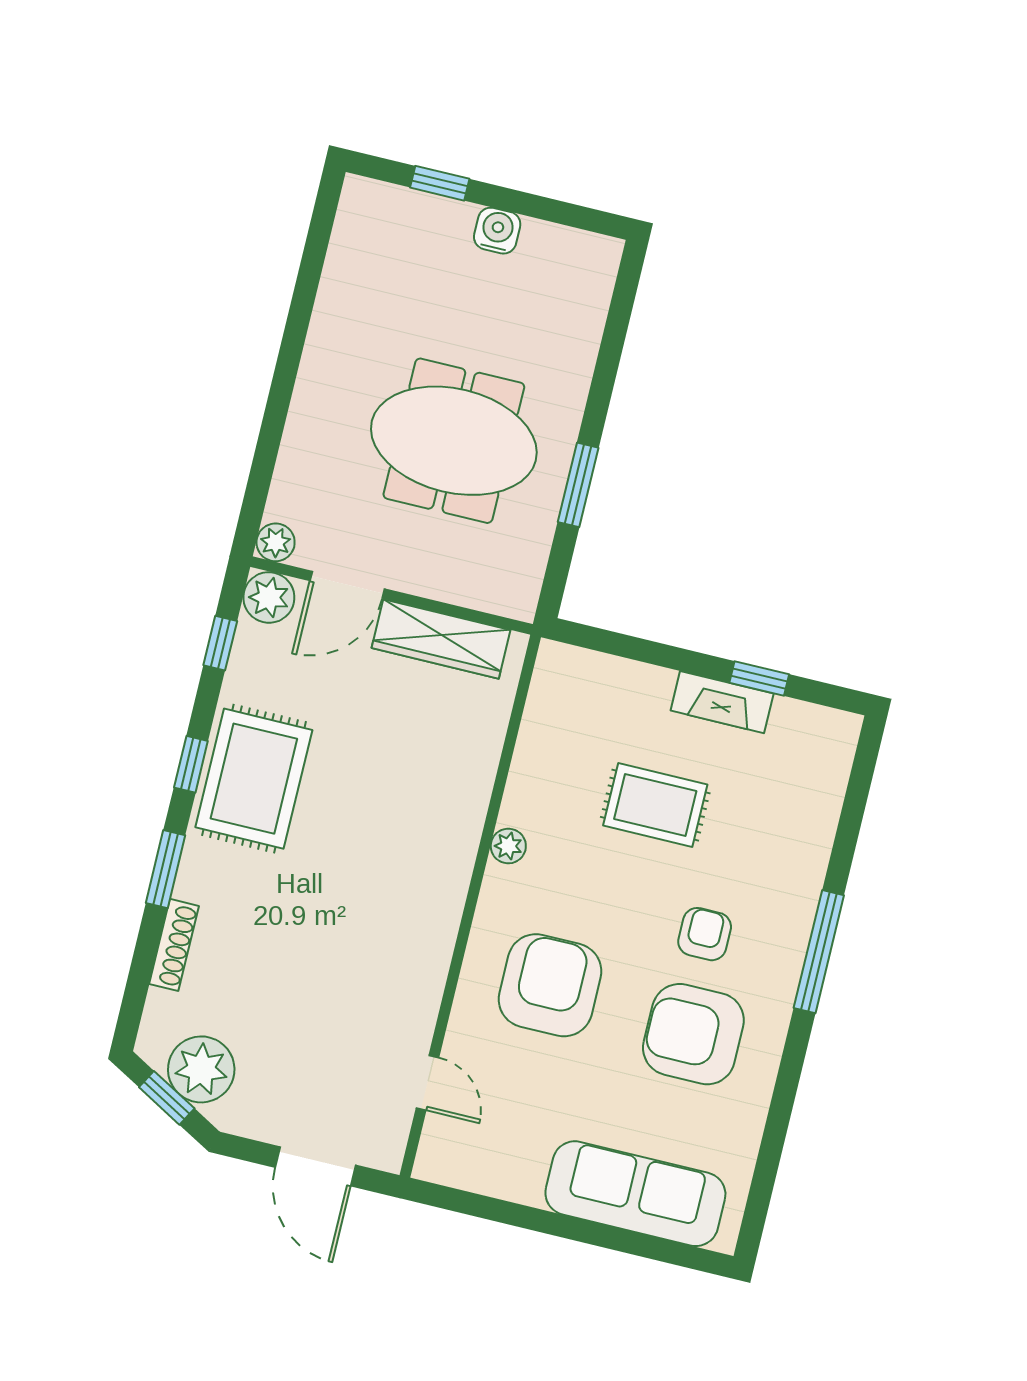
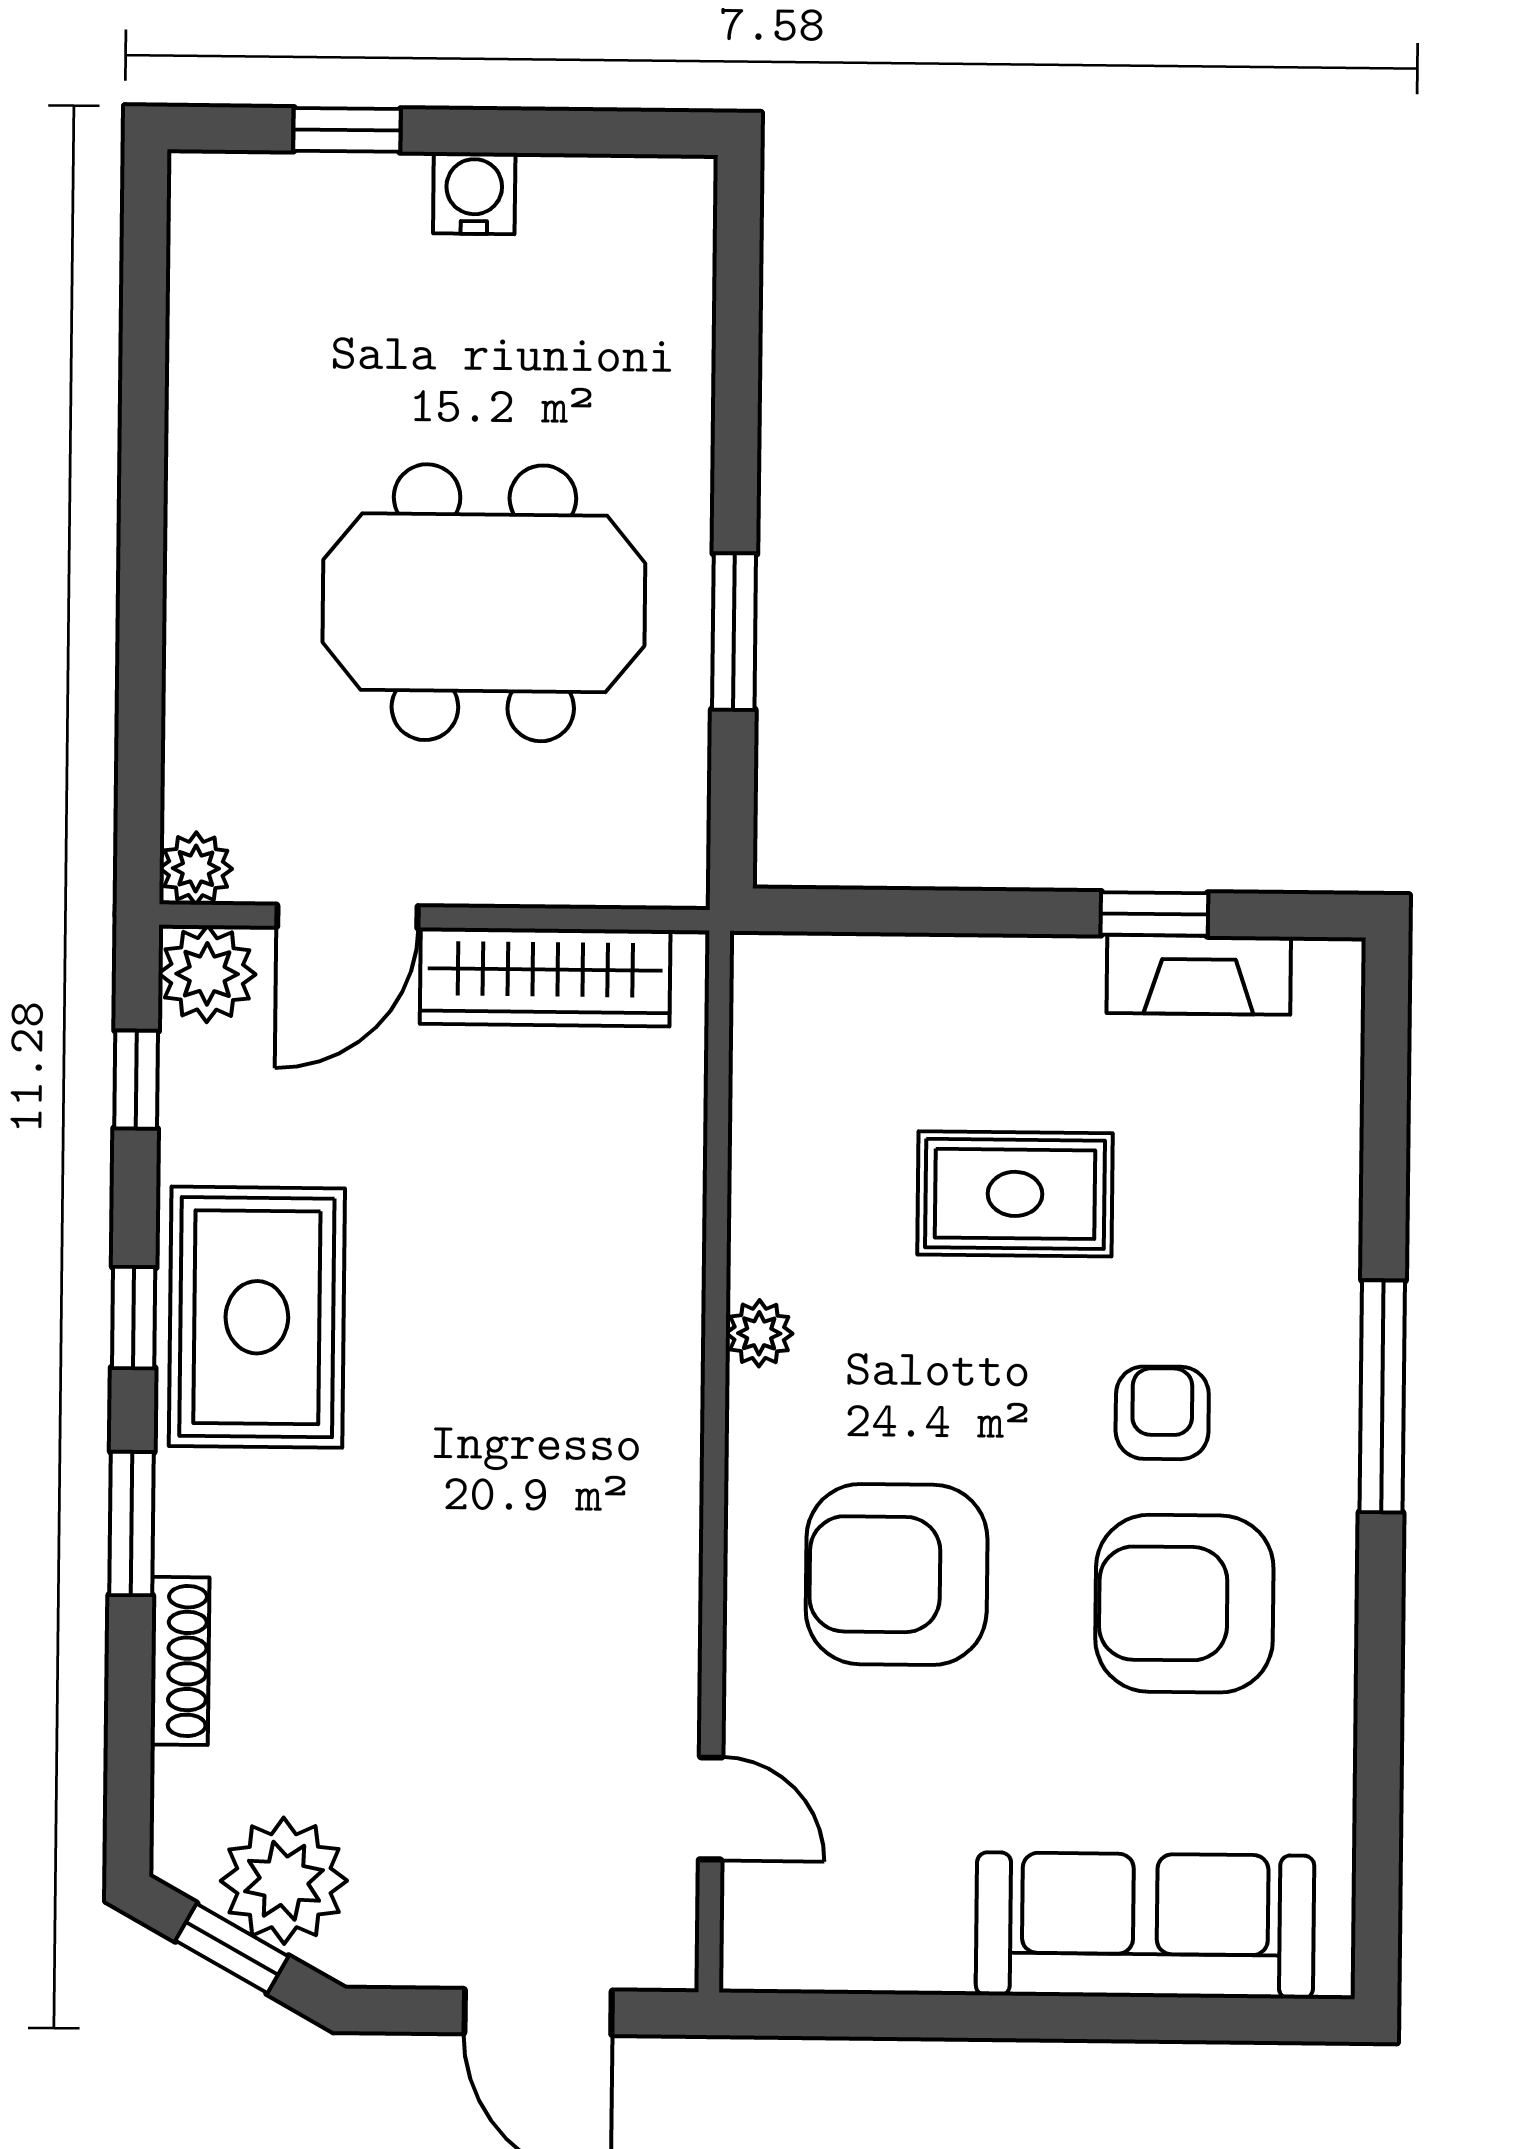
fireplace: (722, 702) -> (1199, 975), moved
armchair: (550, 985) -> (897, 1574), turned -90

